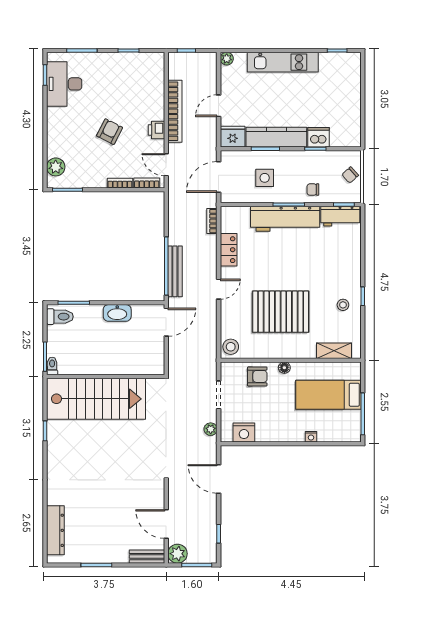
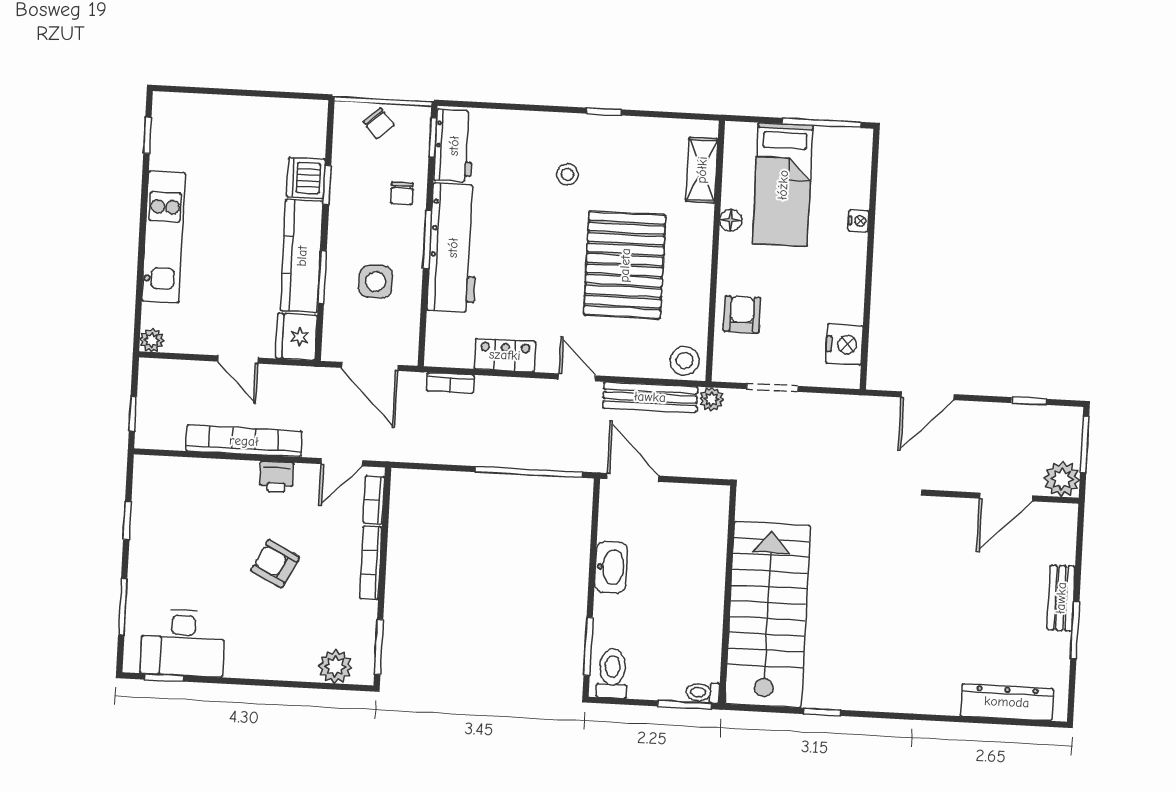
bookcase: (120, 183) -> (371, 563), width x1.56
bench: (175, 271) -> (650, 397), moved
stool: (343, 305) -> (567, 174), moved
floor lamp: (284, 368) -> (731, 220), moved
plant: (211, 429) -> (711, 399), moved
bench: (147, 557) -> (1061, 598), moved

